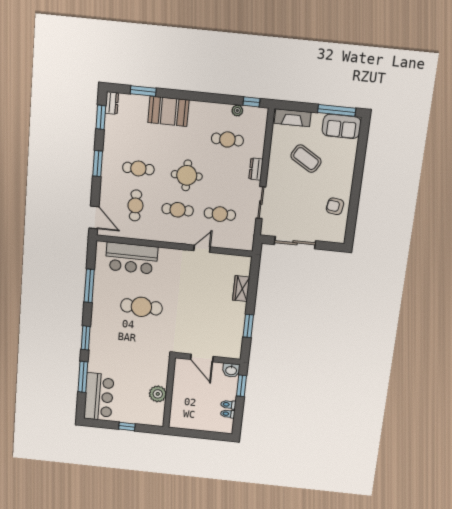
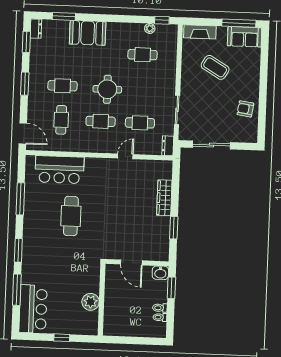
dresser: (256, 169) -> (168, 146), moved
wardrobe: (241, 289) -> (164, 198), width x1.50
cafe table: (141, 307) -> (71, 216), turned 90

